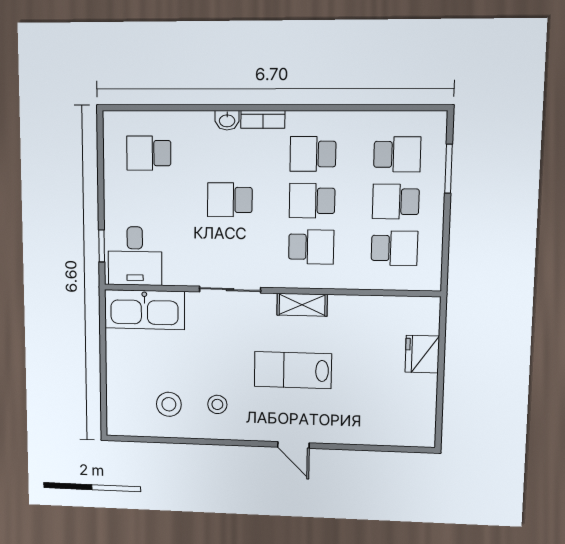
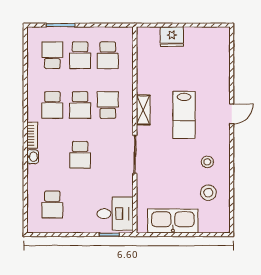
school desk: (394, 248) -> (108, 55), turned 180
kitchen sink: (144, 310) -> (173, 221), moved, turned -90

